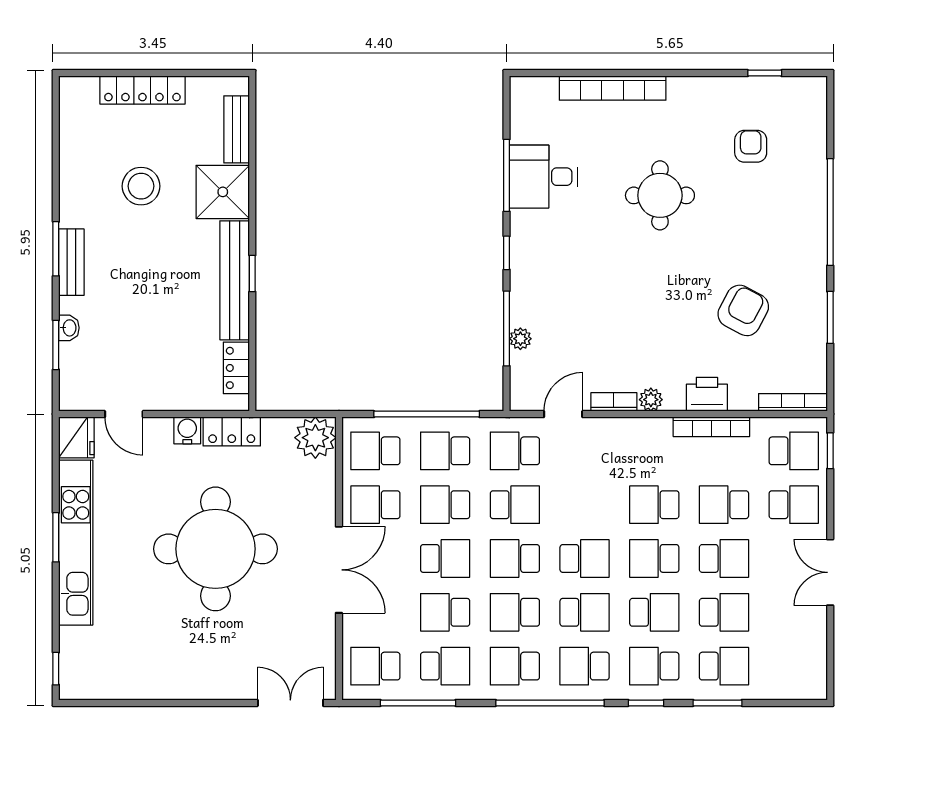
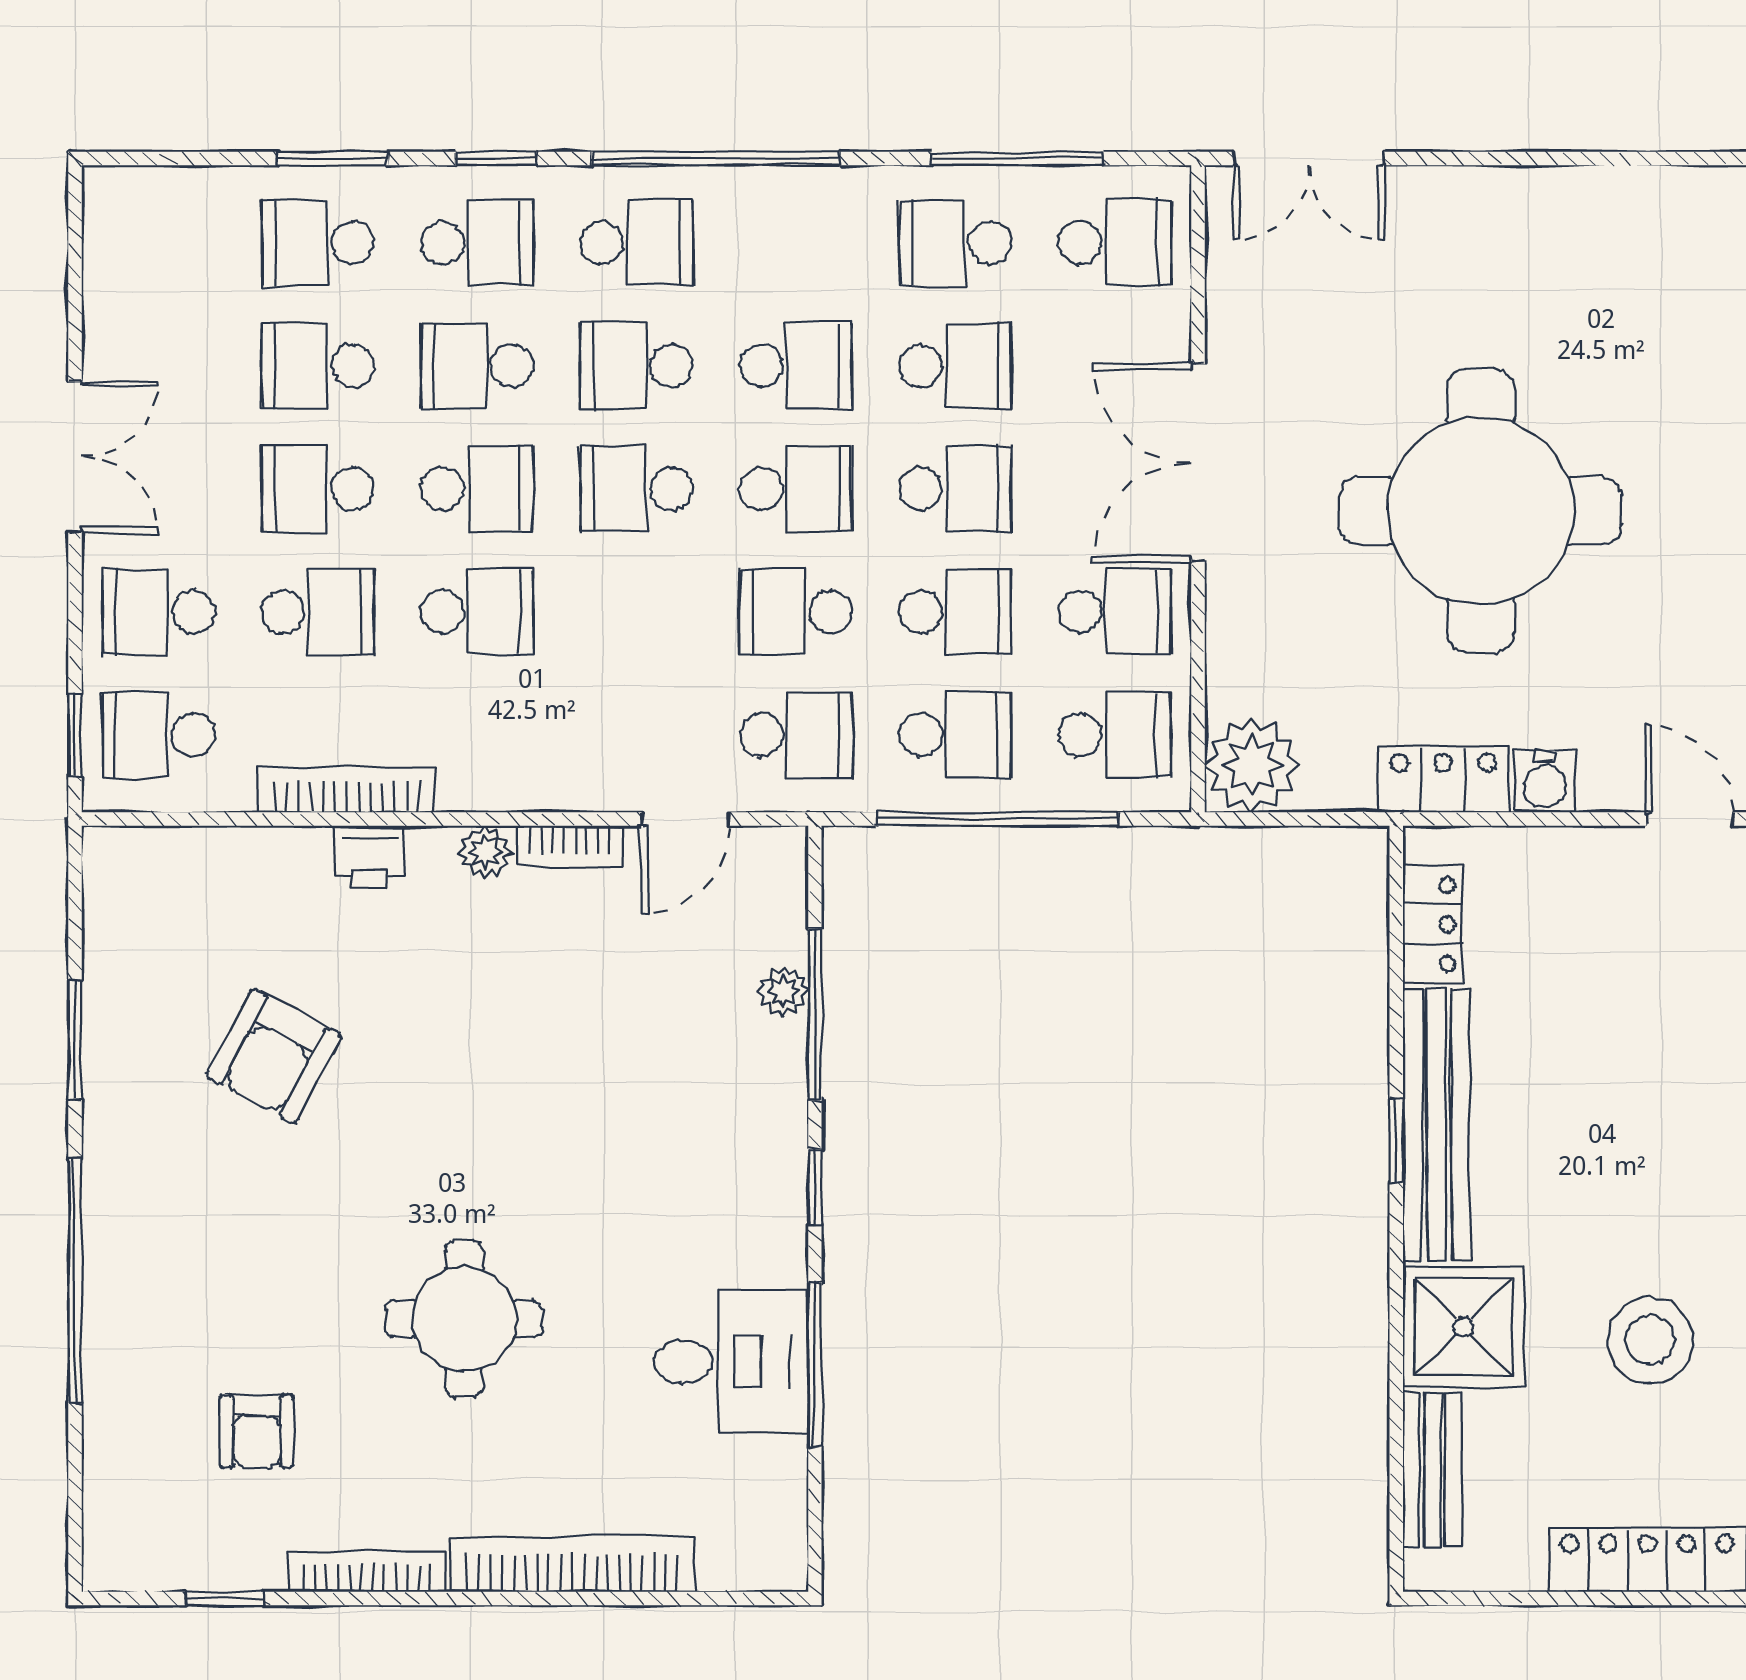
printer: (707, 394) -> (369, 857), width x0.73, depth x0.81
bookcase: (793, 402) -> (367, 1572), moved, turned 180
school desk: (445, 558) -> (955, 489), turned 180
school desk: (515, 666) -> (796, 243), removed

